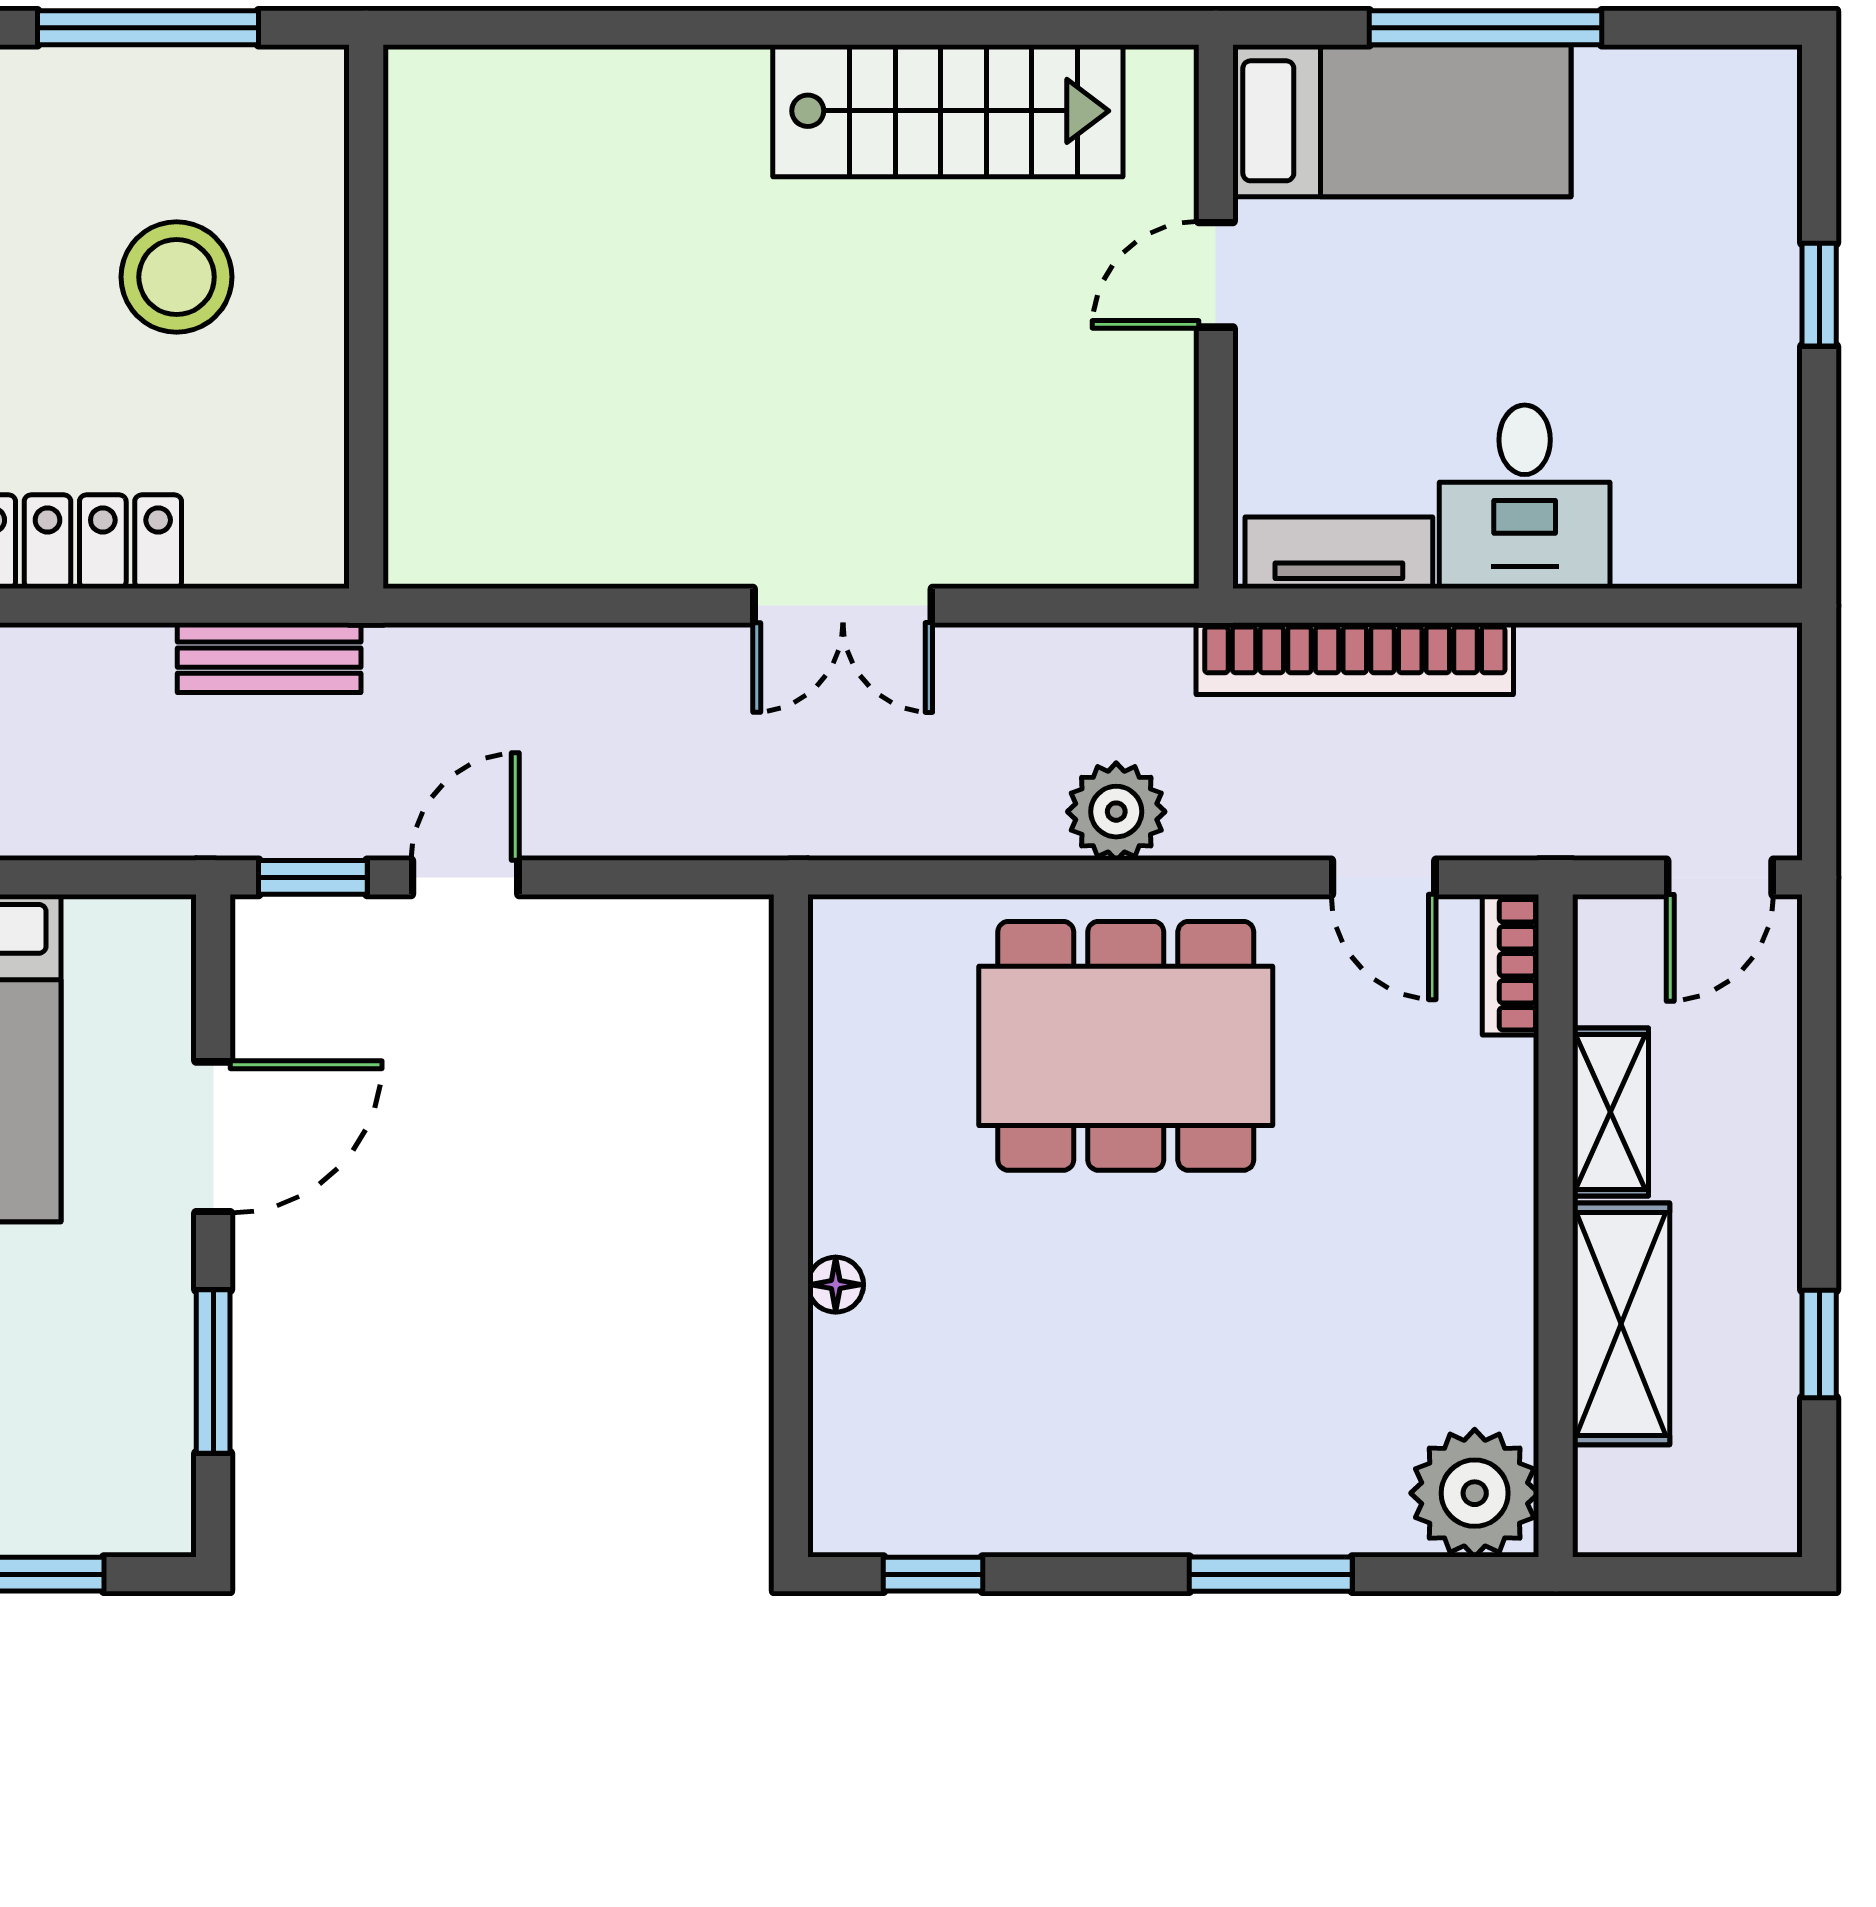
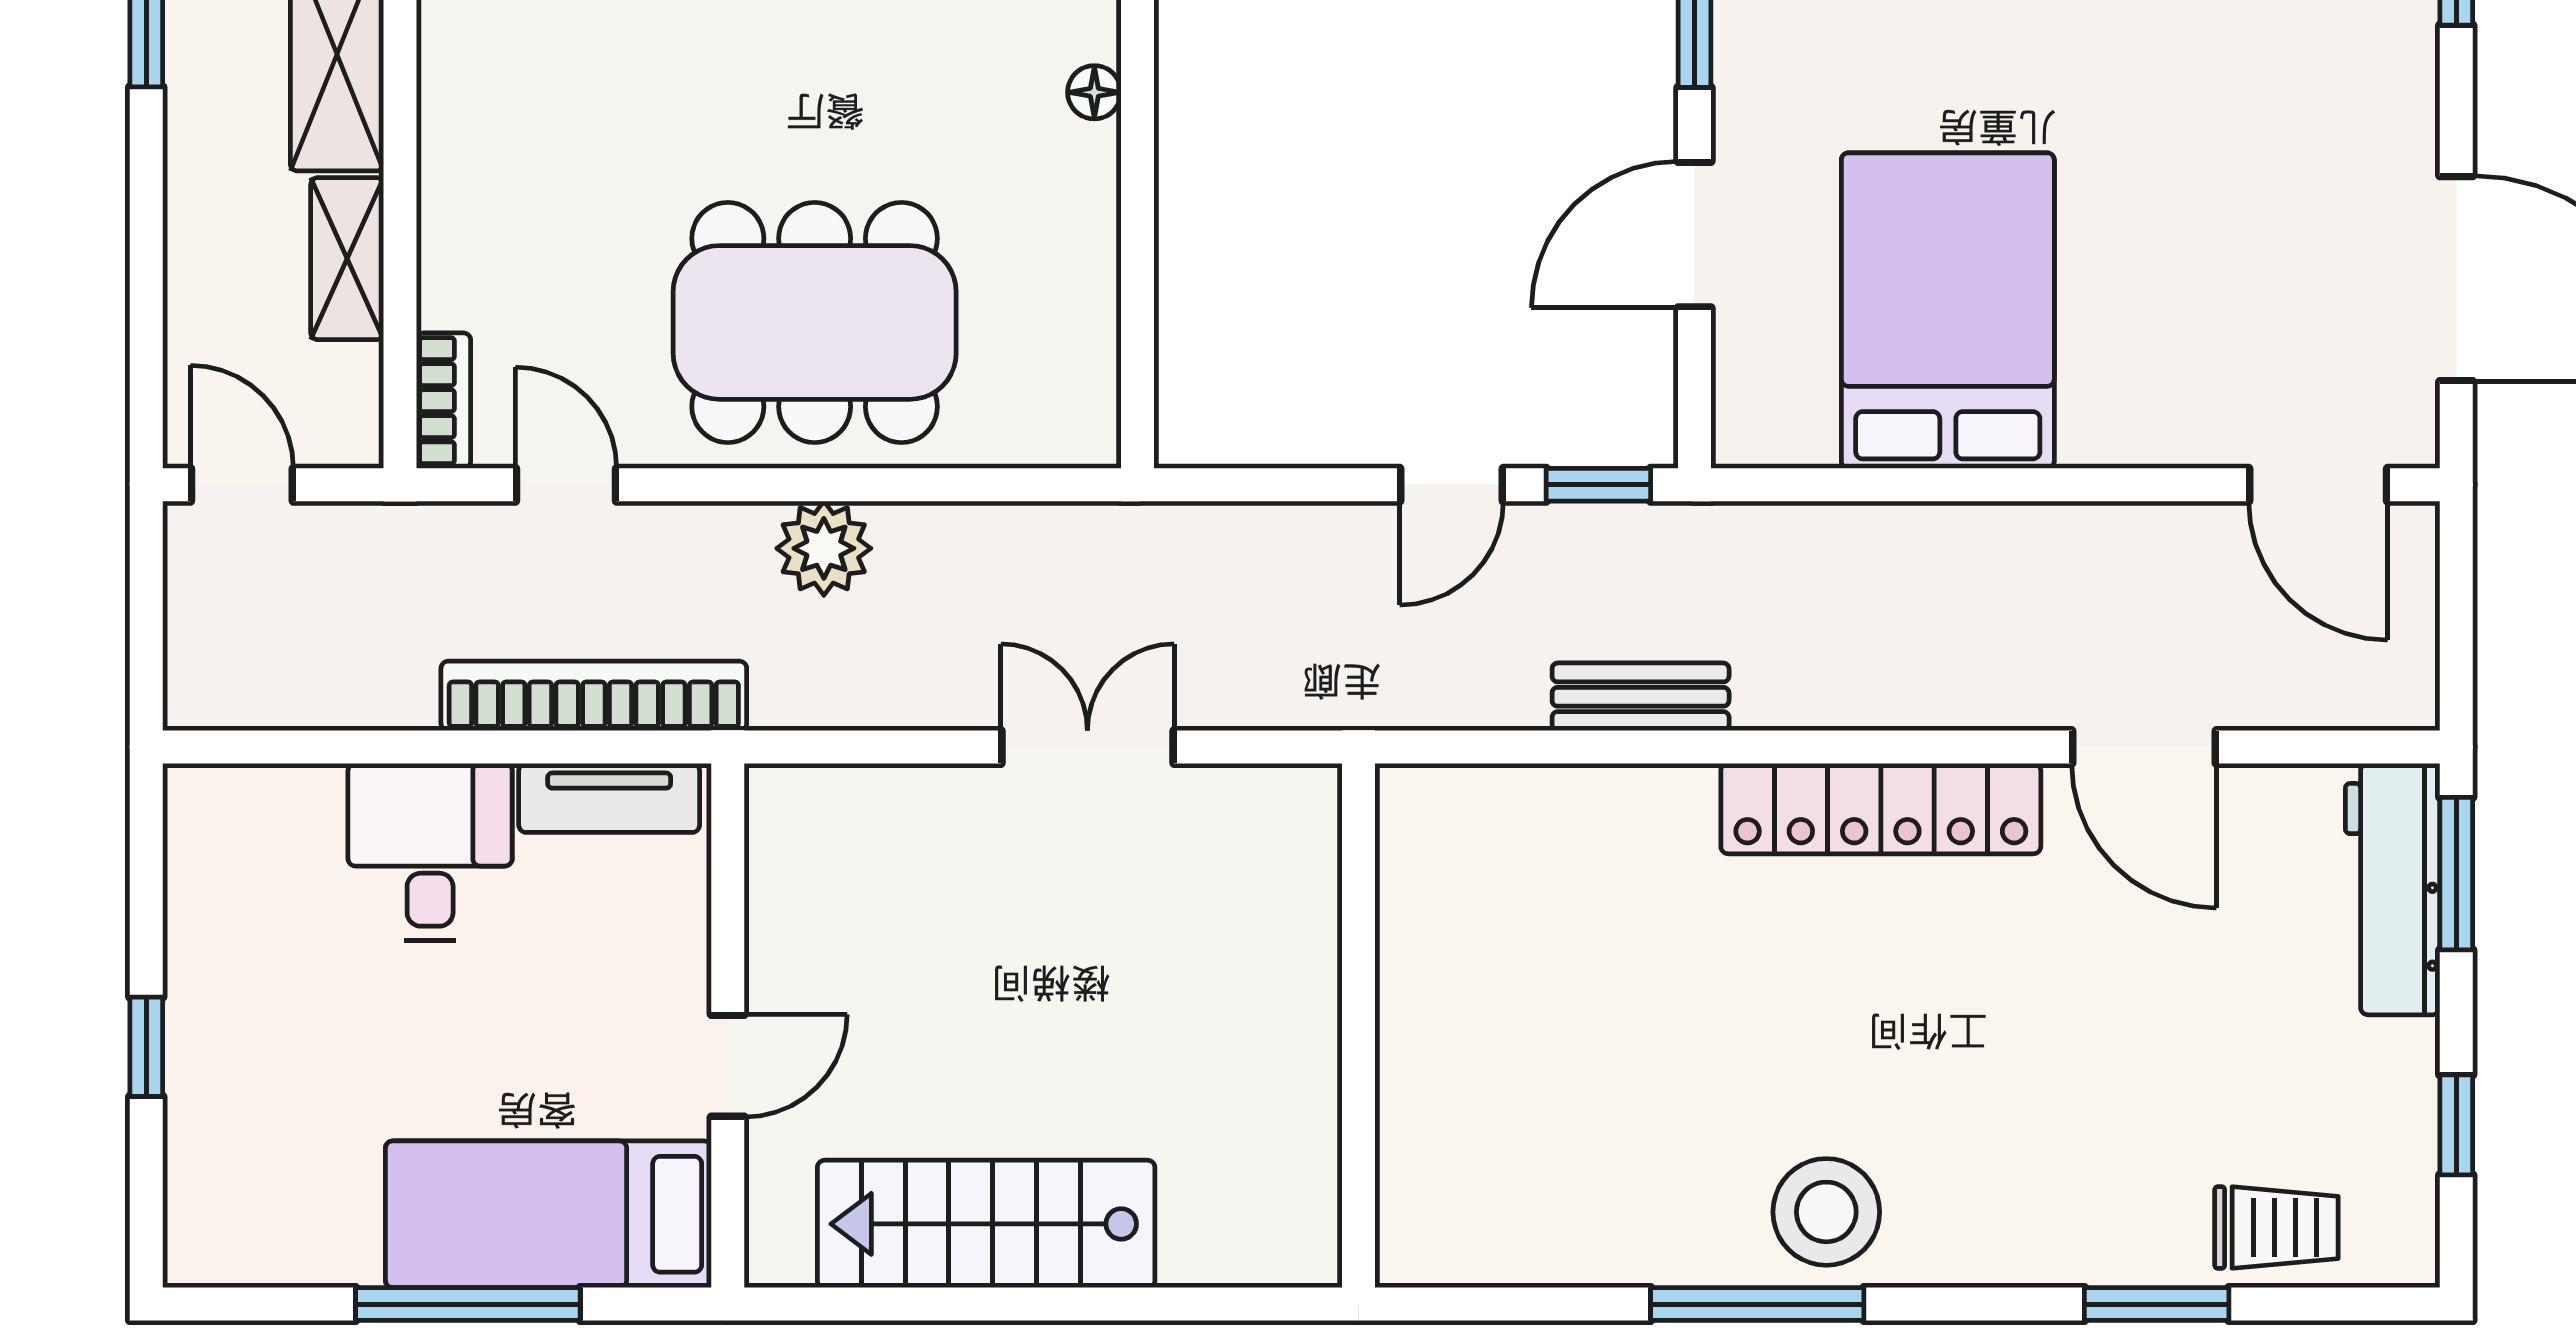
stool: (177, 277) -> (1826, 1212), moved
wall: (366, 317) -> (1359, 1025), moved
door: (1720, 877) -> (242, 485), hinge flipped

